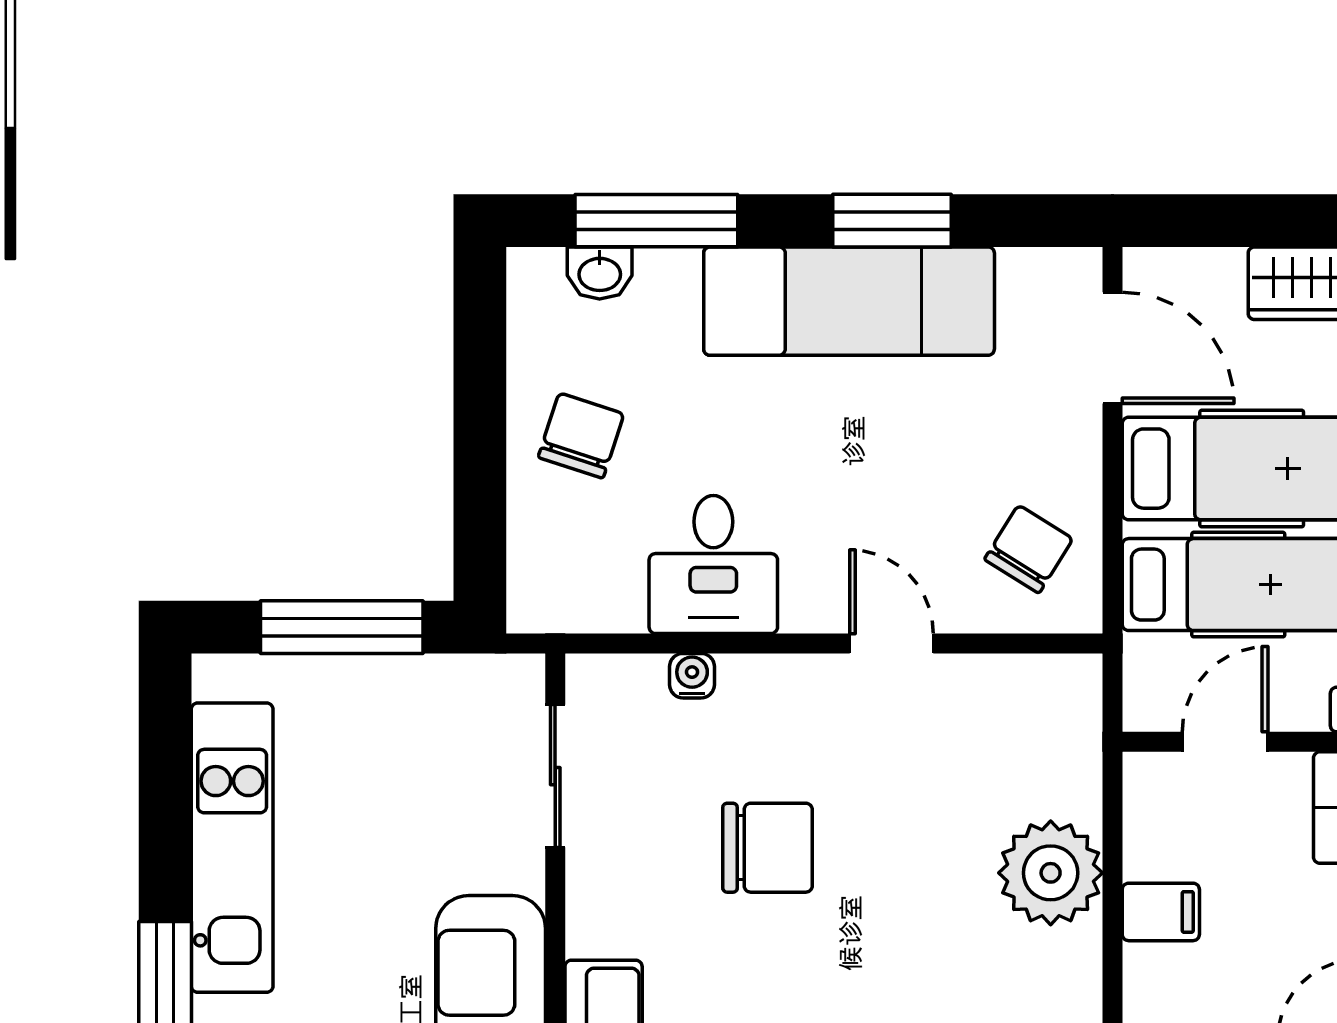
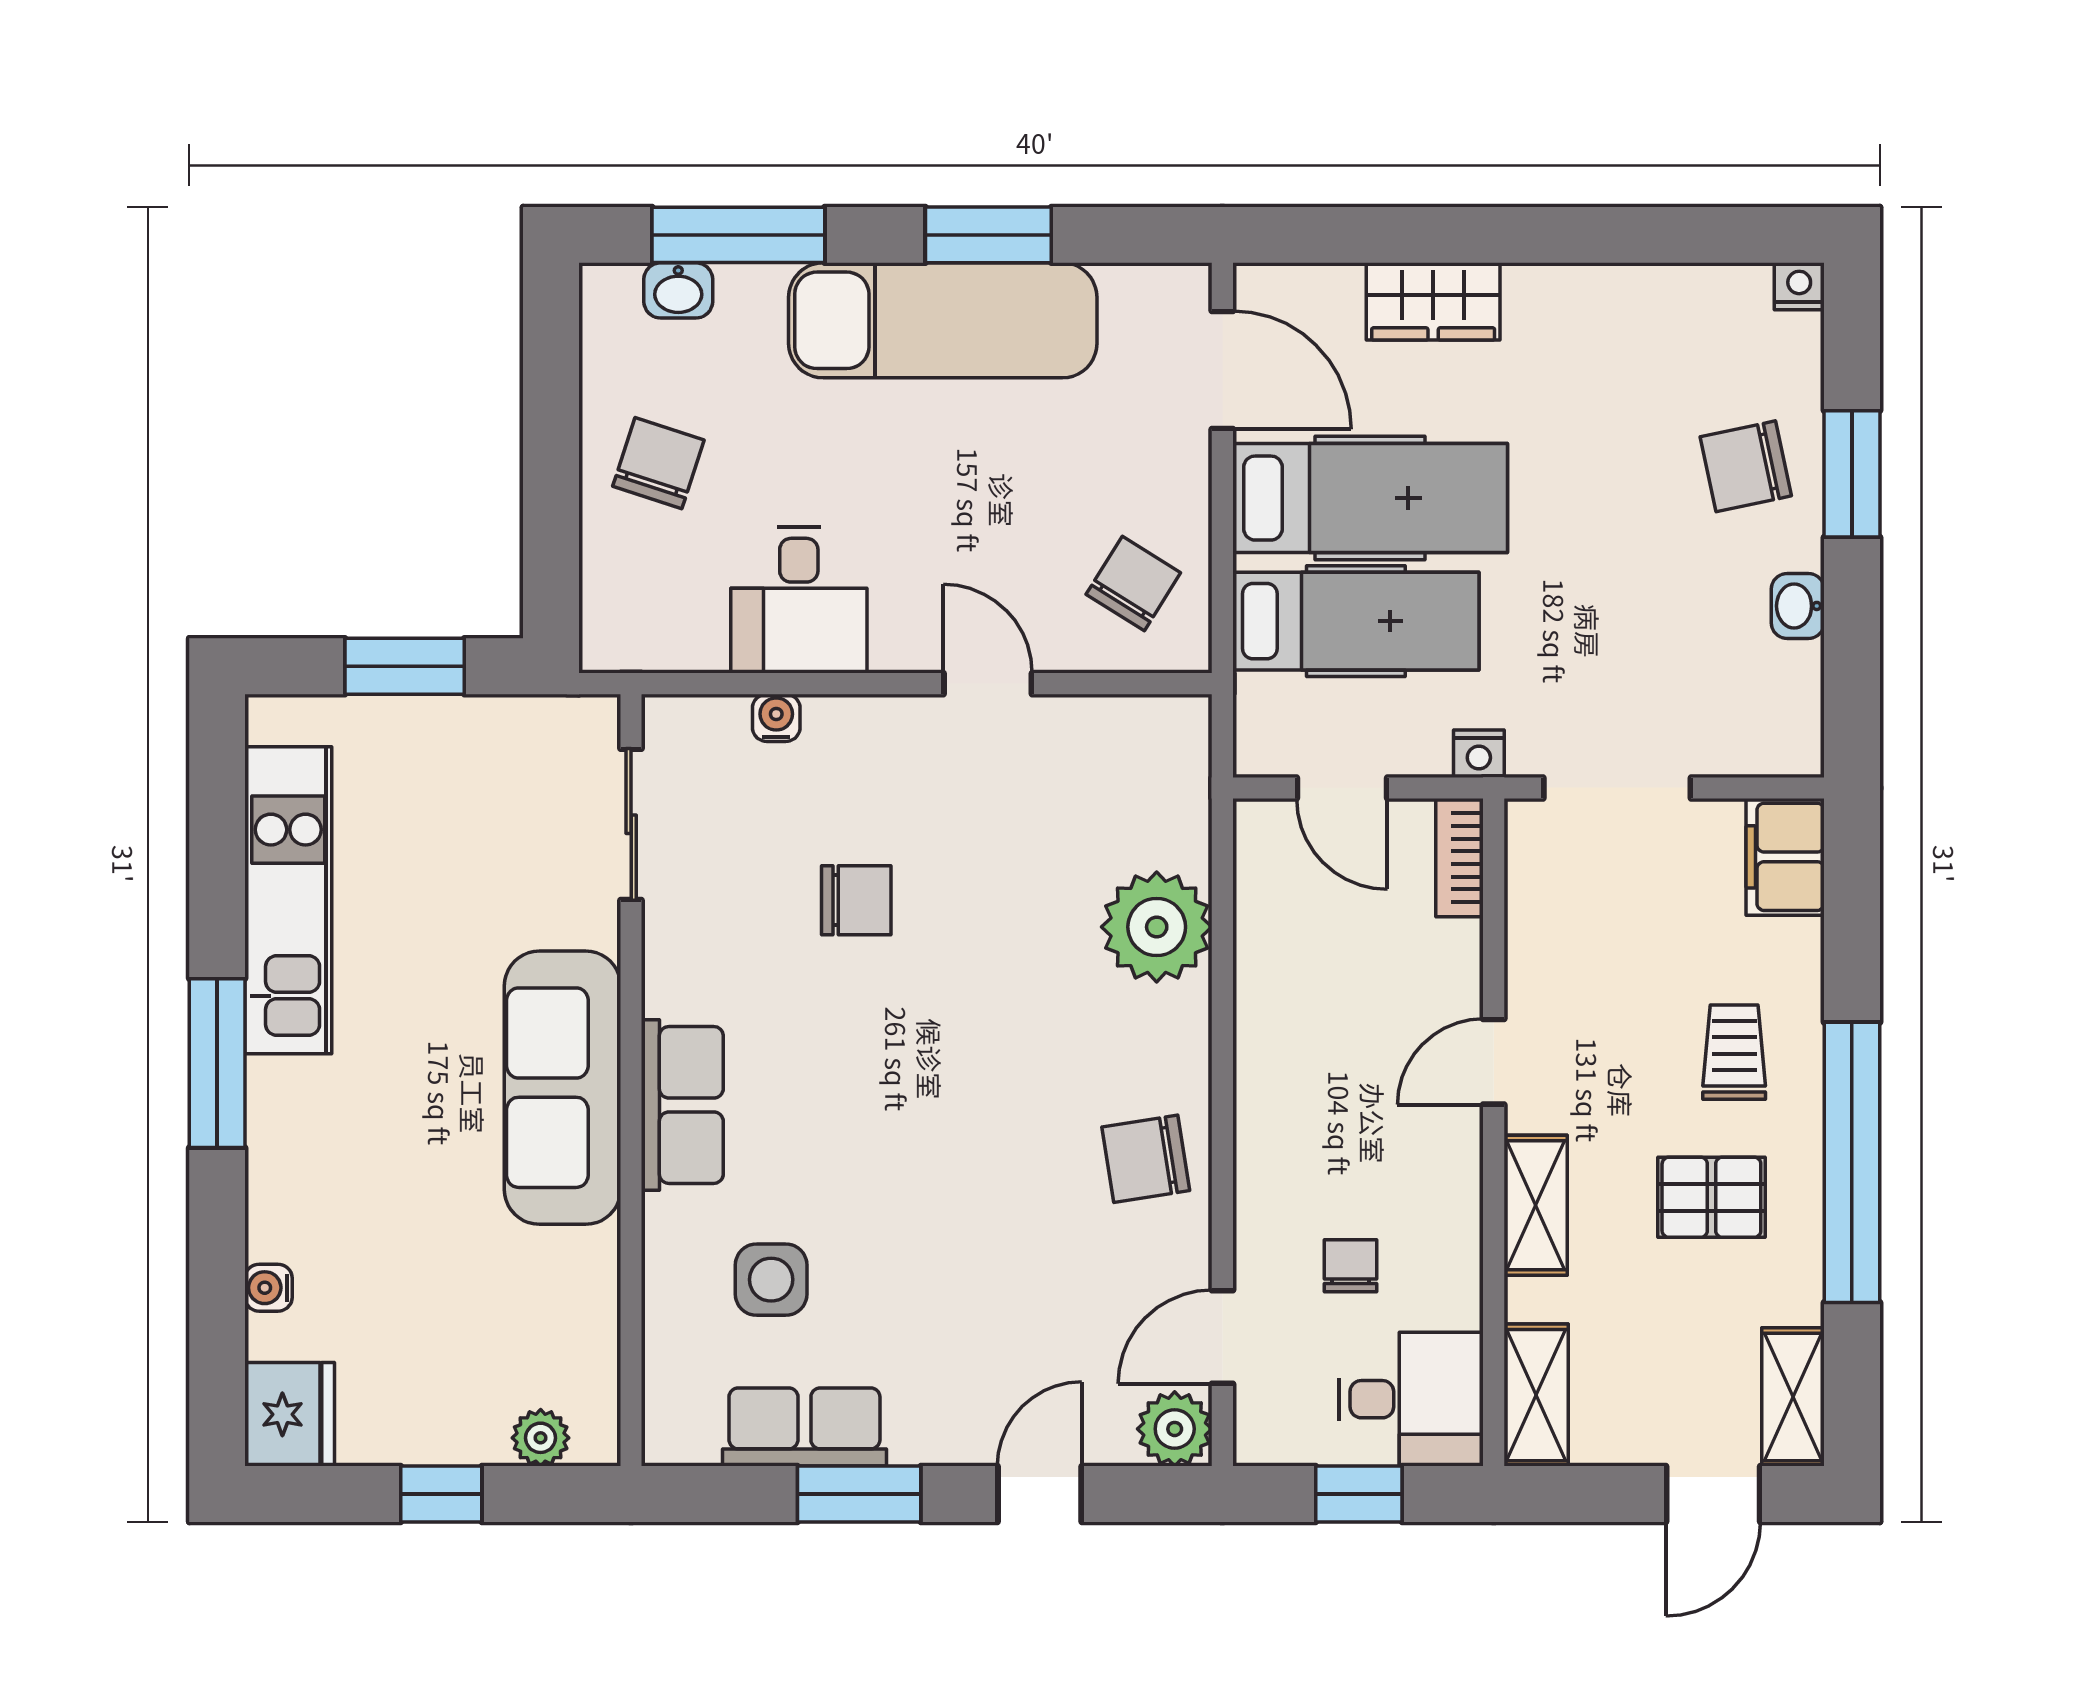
window: (342, 627) -> (405, 666), width x0.69
door: (1225, 742) -> (1342, 788), swing flipped
chair: (768, 848) -> (856, 900), width x0.73, depth x0.73
filing cabinet: (1161, 912) -> (1274, 968), removed

